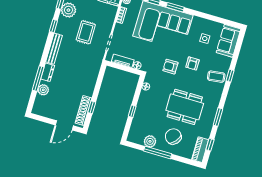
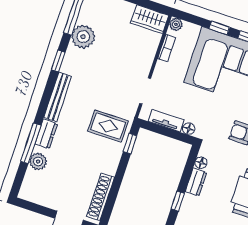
rug: (86, 32) -> (108, 126), moved, turned 90
dresser: (143, 99) -> (196, 182), added
window: (92, 107) -> (130, 144), moved

